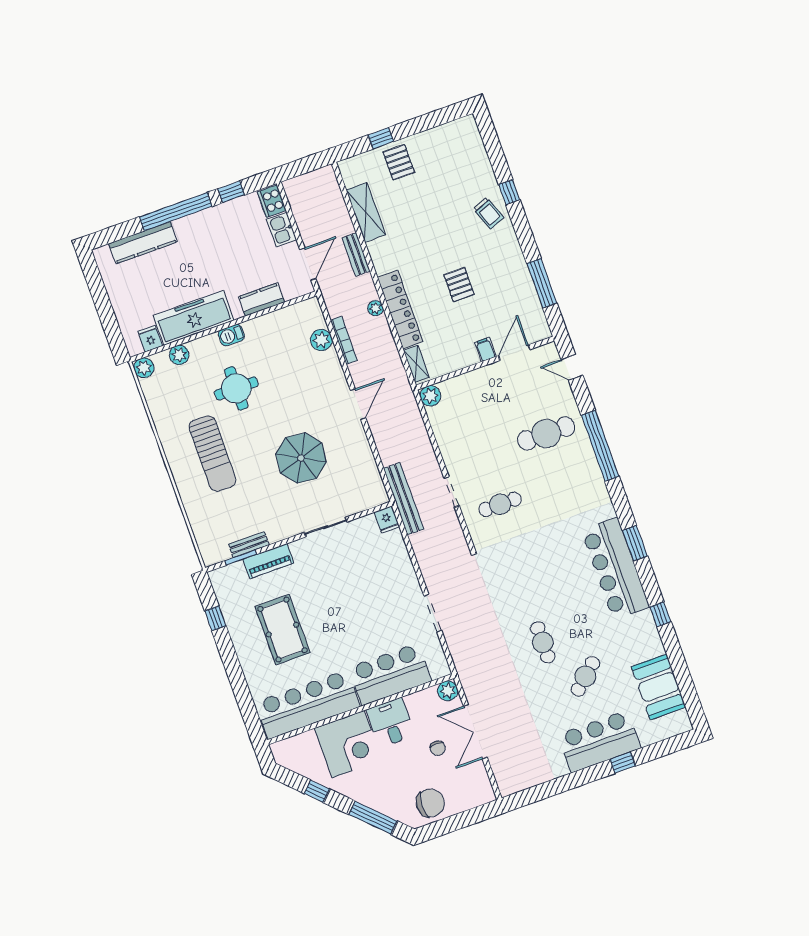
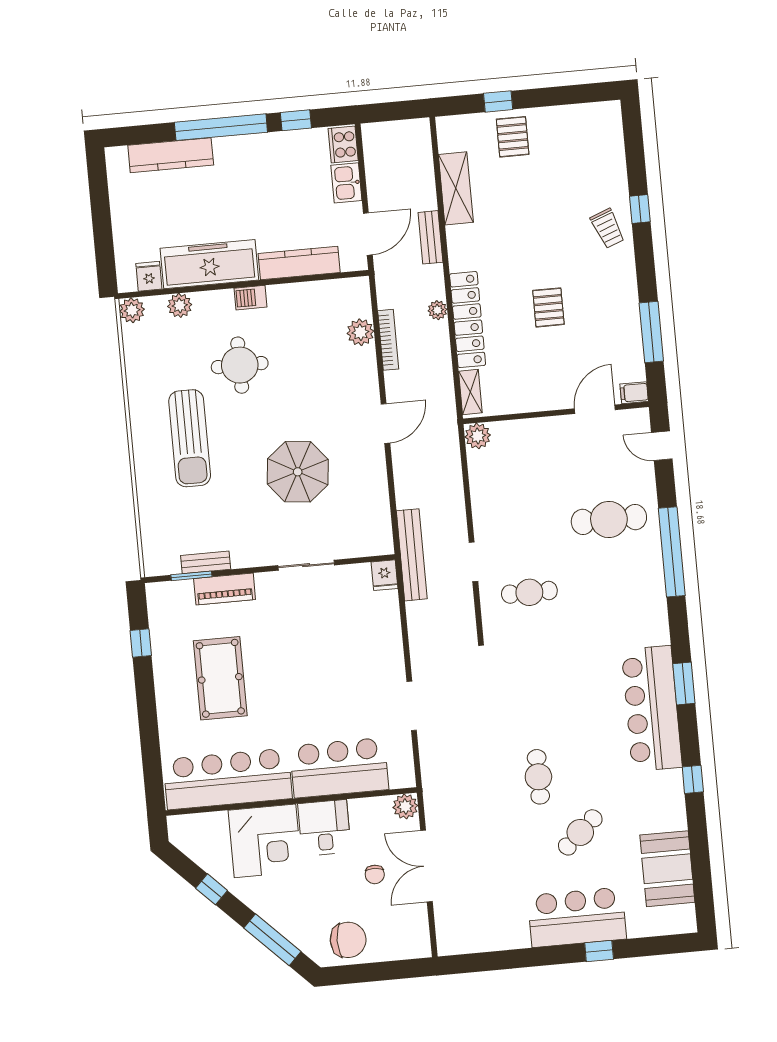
kitchen counter: (261, 299) -> (299, 263), width x1.50
filing cabinet: (485, 350) -> (634, 393), moved, turned -90

